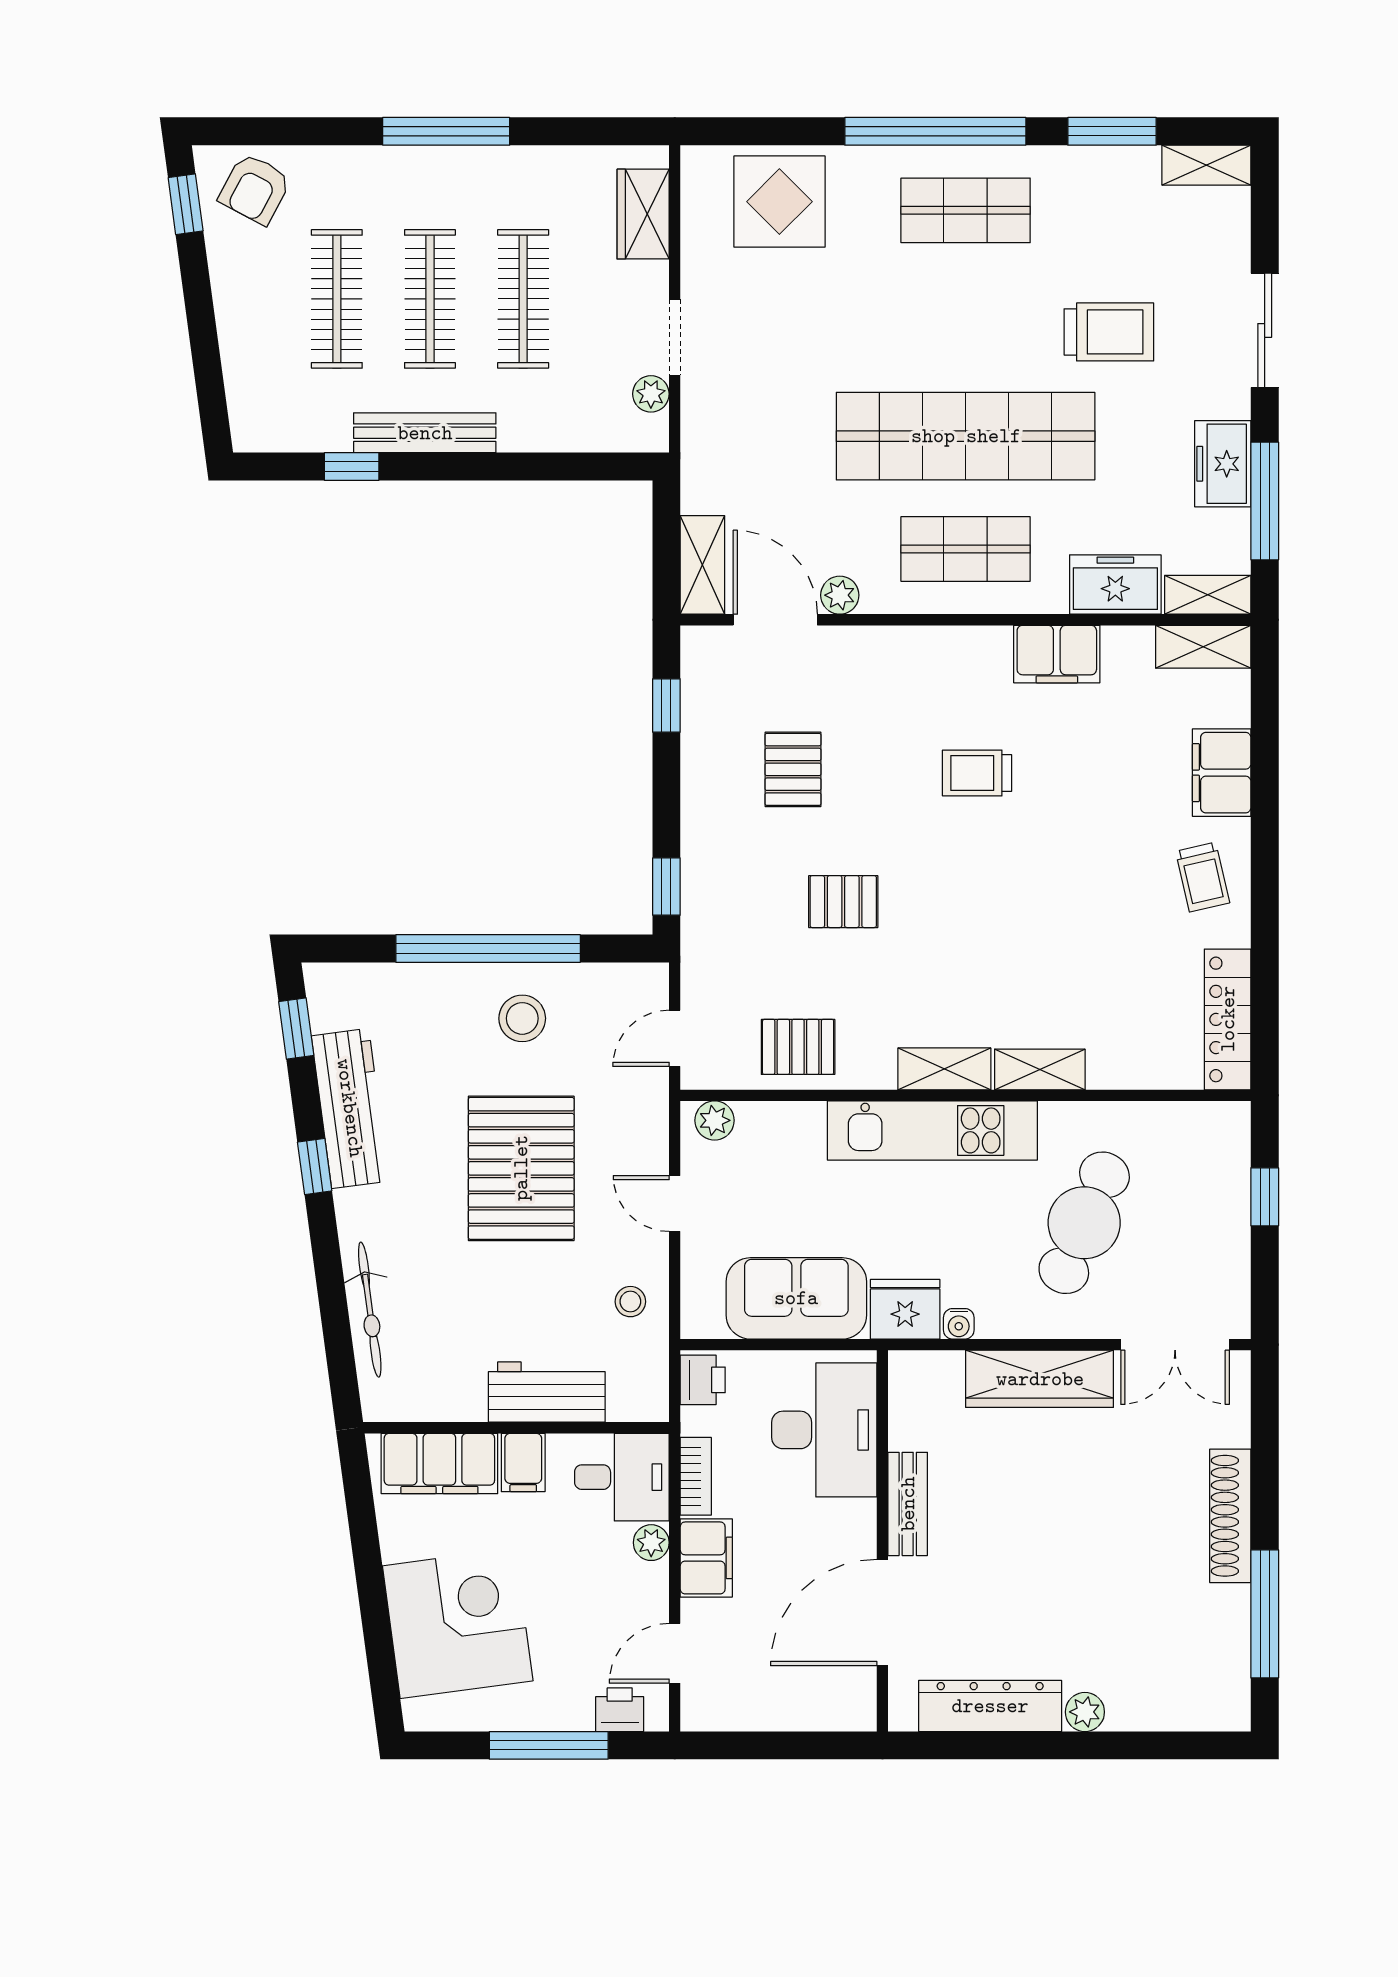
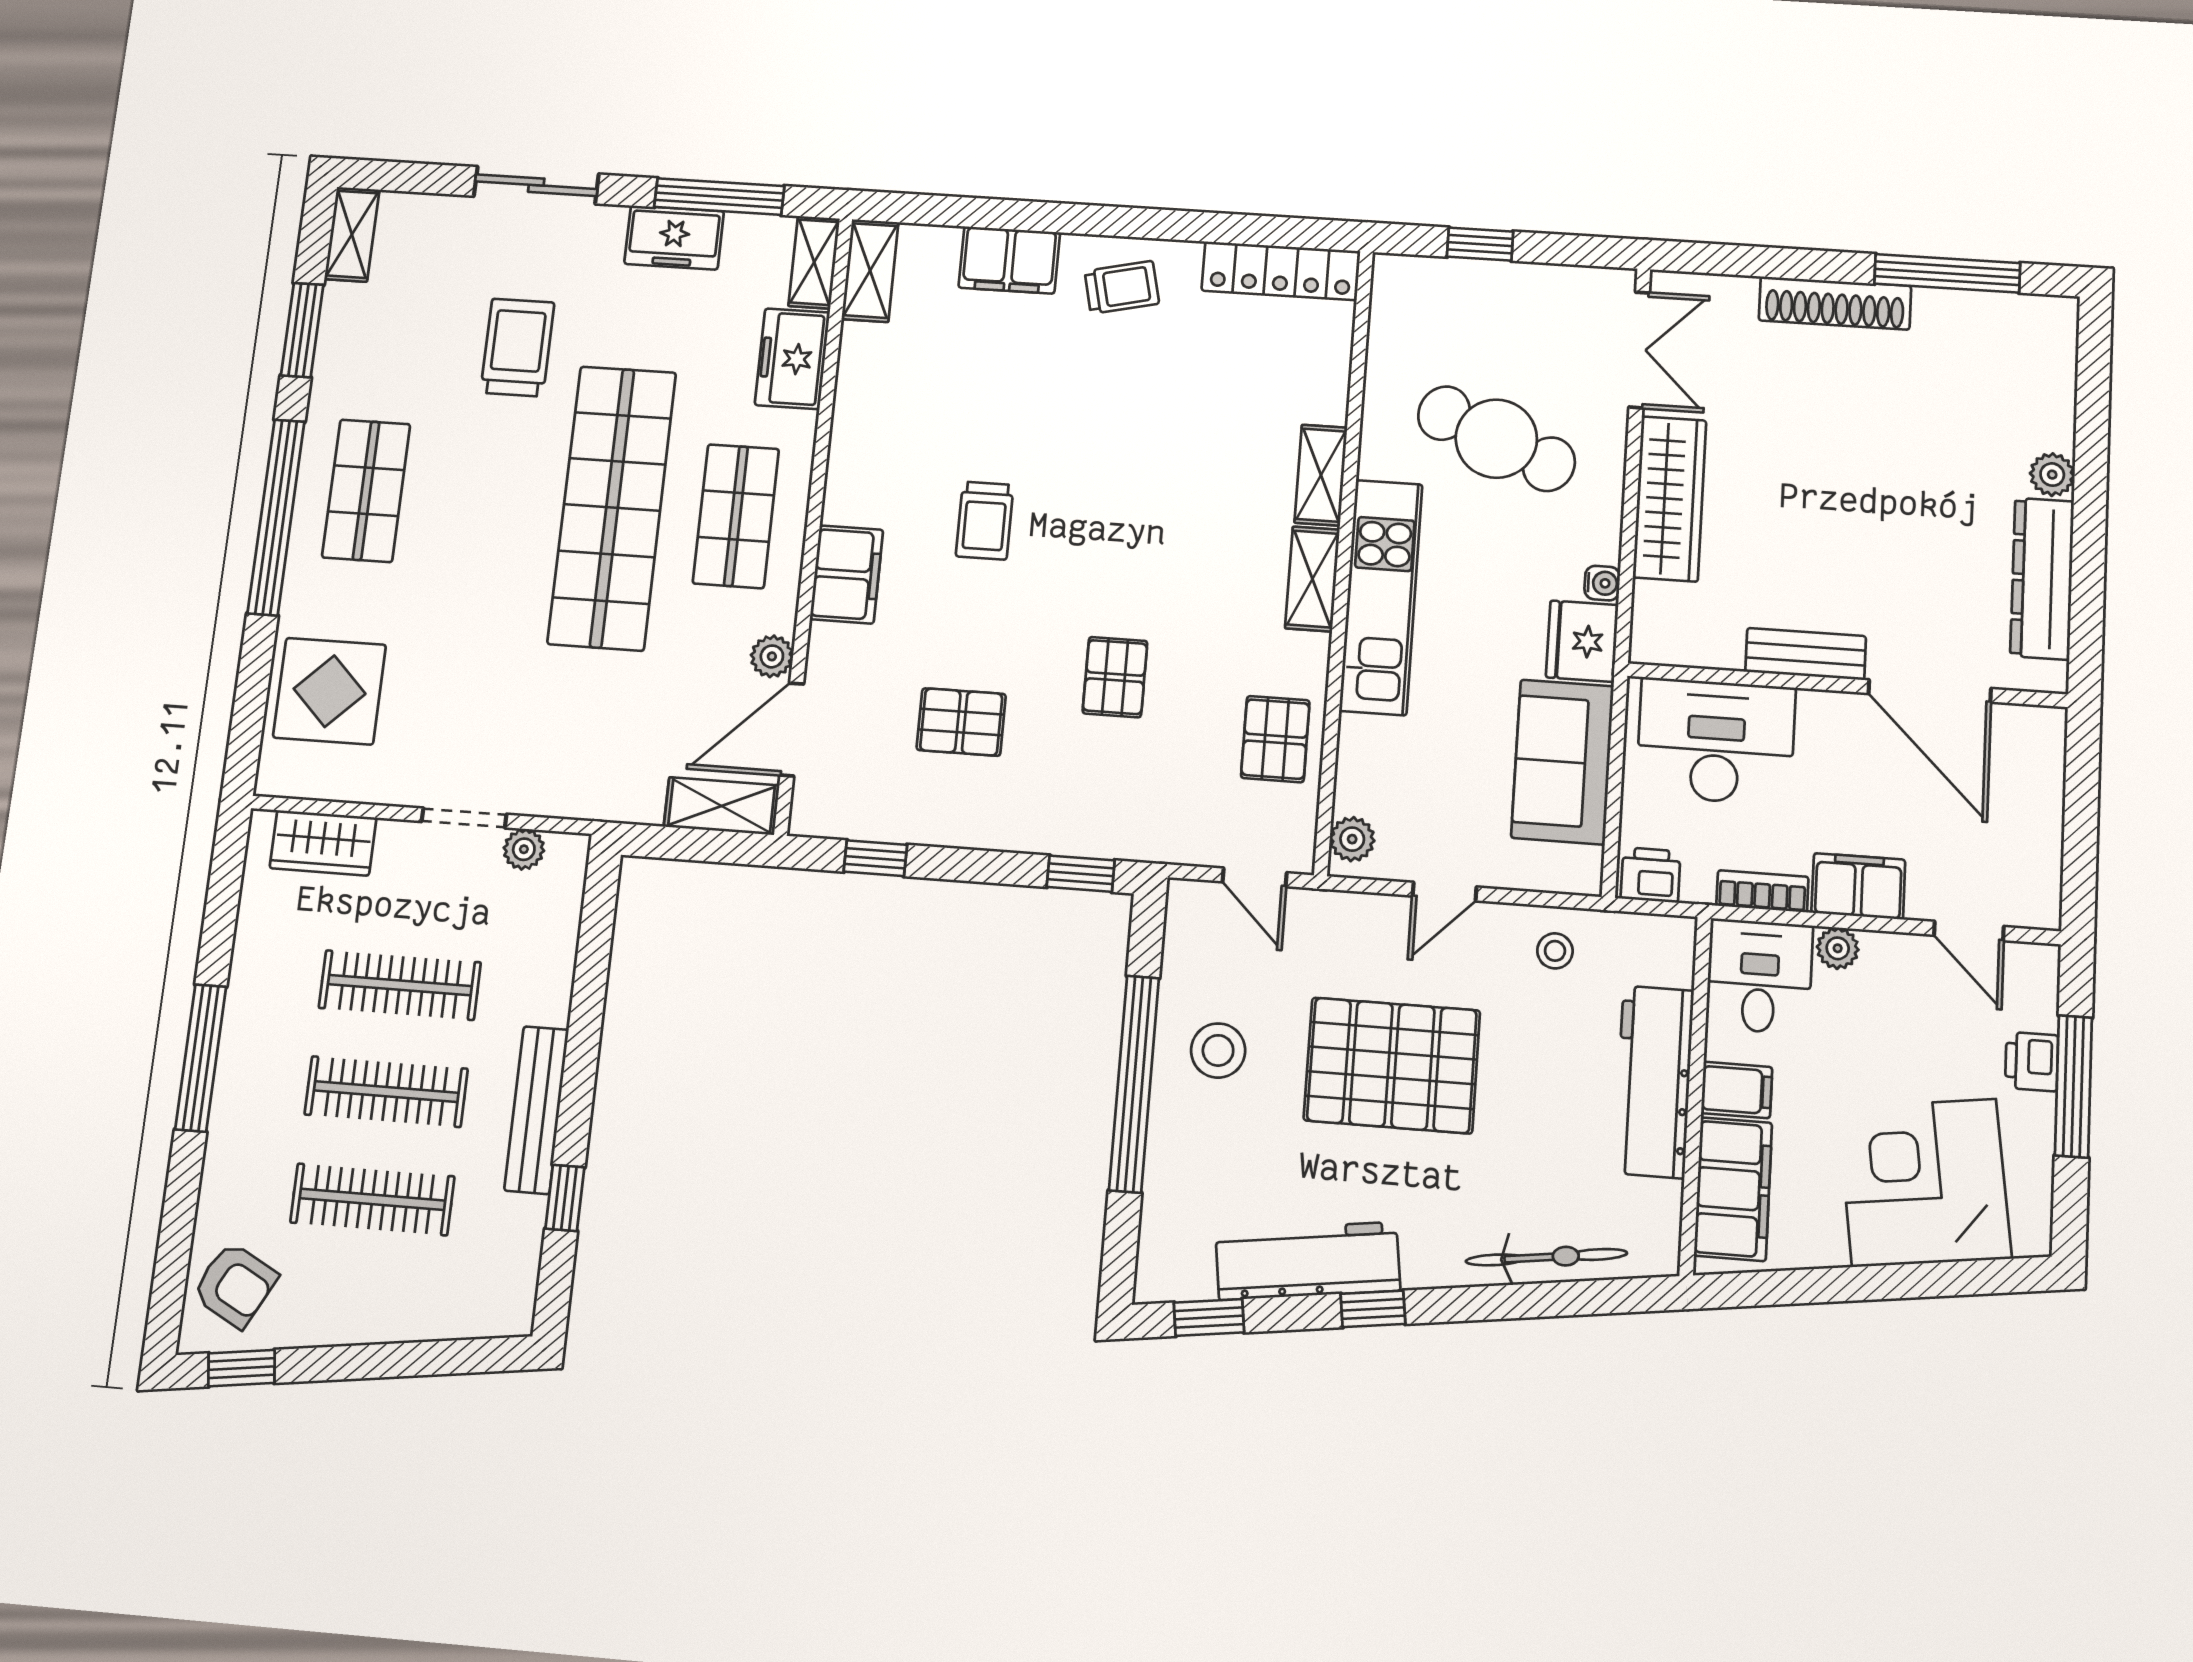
filing cabinet: (1057, 654) -> (846, 574), moved
workbench: (547, 1392) -> (1654, 1082), width x1.38
printer: (620, 1710) -> (2032, 1062), moved

